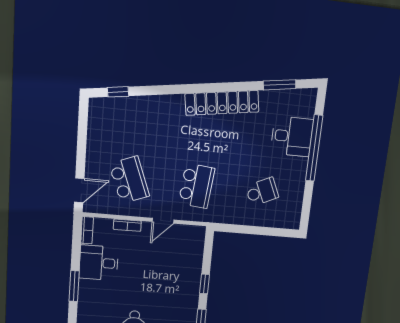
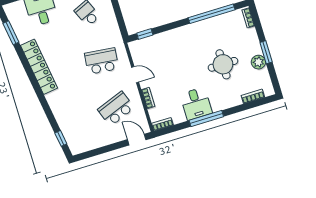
desk: (99, 263) -> (196, 104), moved
window: (205, 284) -> (145, 34), moved
window: (74, 286) -> (206, 118), width x1.44

